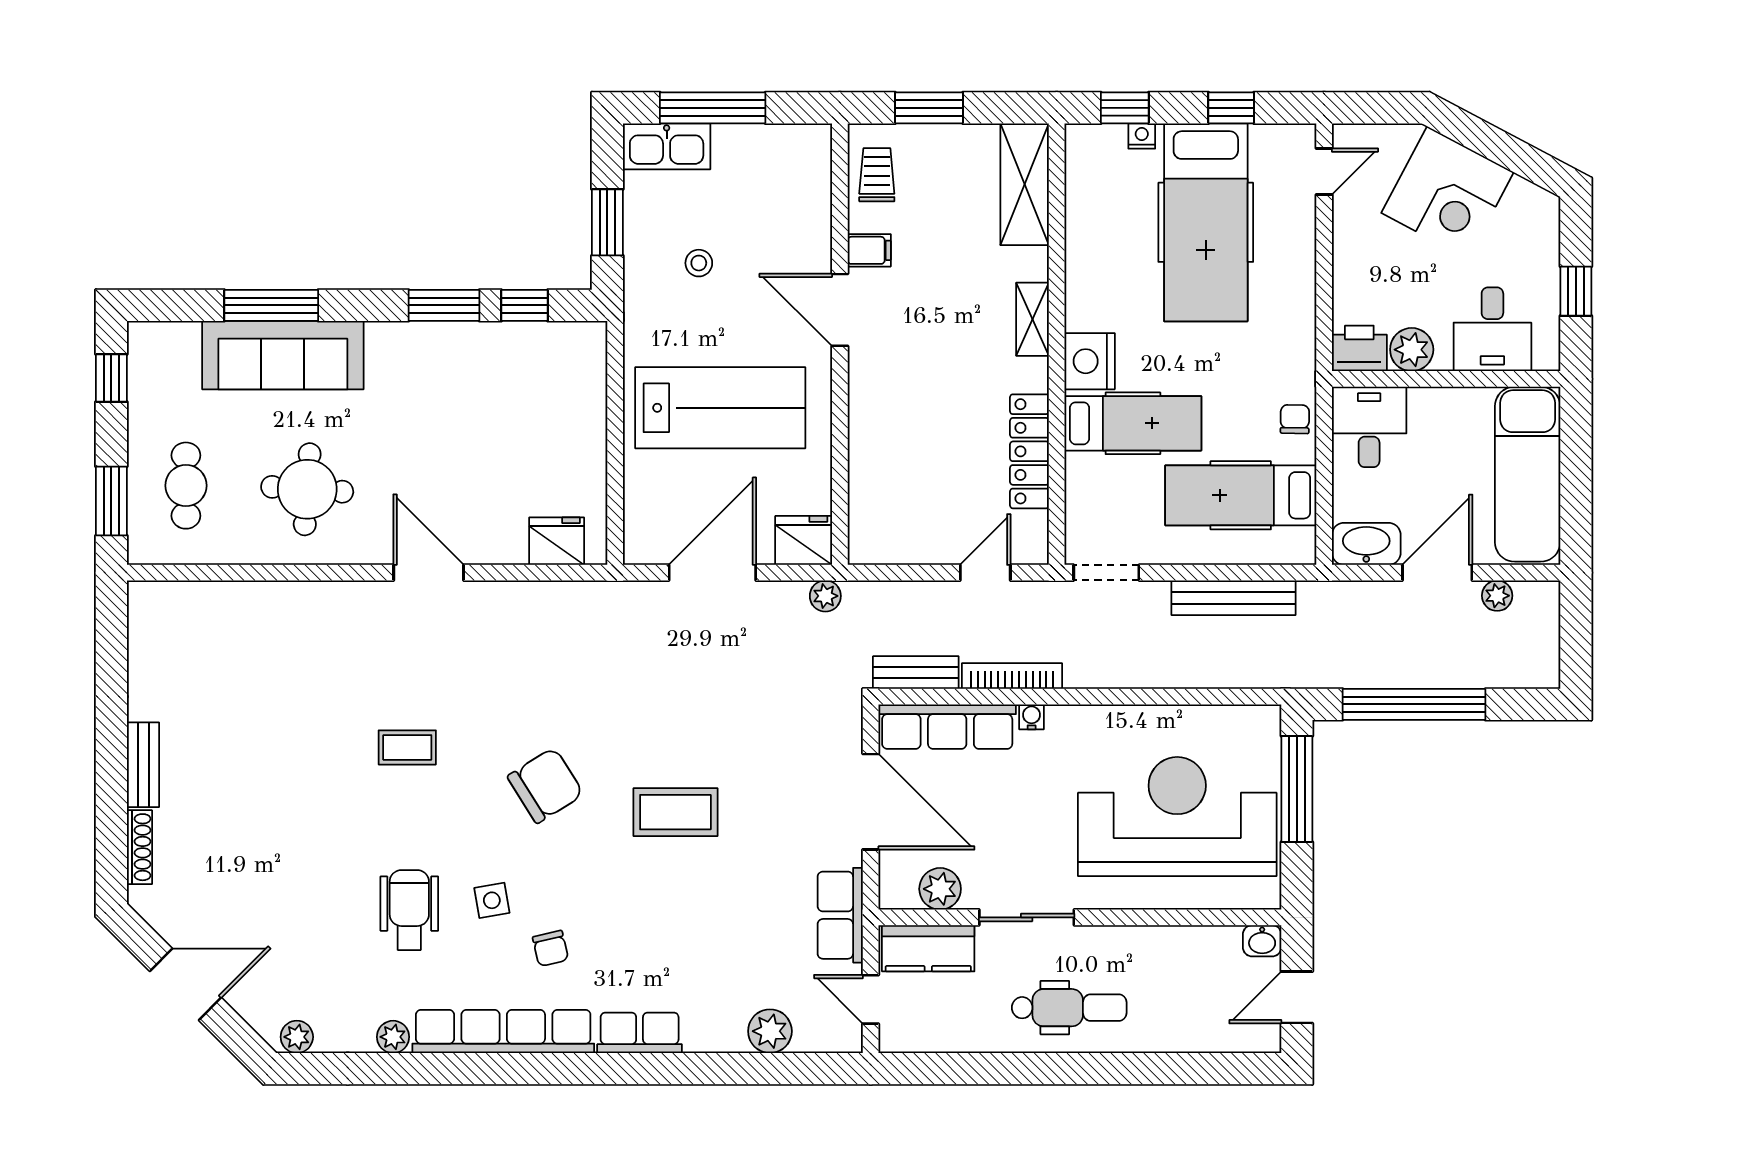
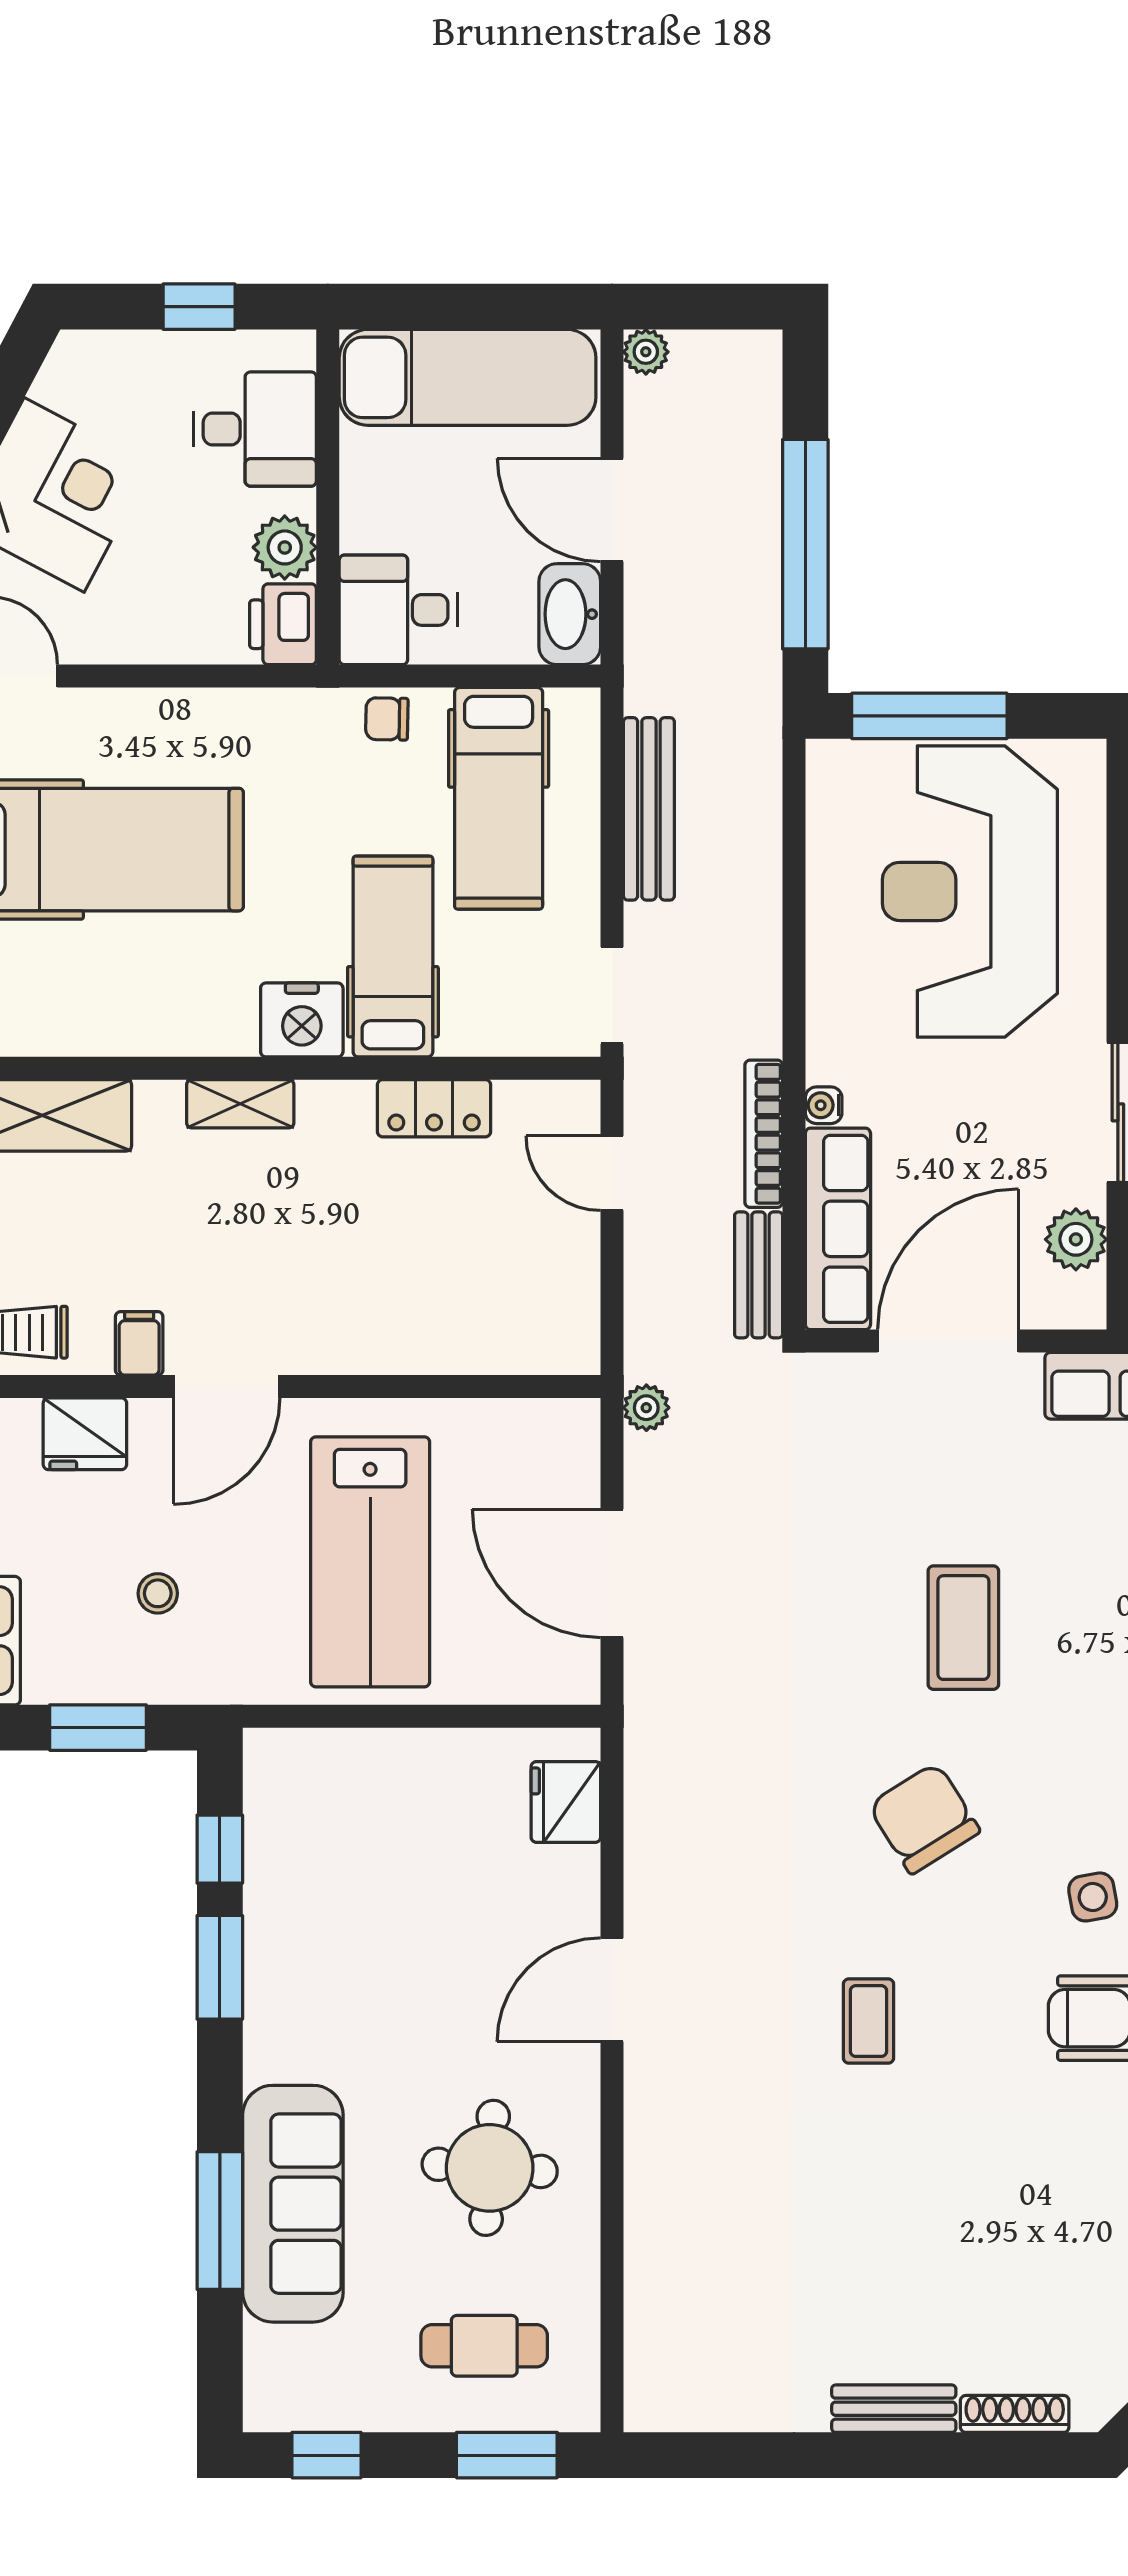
lab bench: (720, 408) -> (370, 1562), turned 180
locker: (1029, 451) -> (434, 1108), width x0.66
fridge: (804, 540) -> (85, 1434), moved, turned -90
plant: (1497, 596) -> (646, 352), moved

